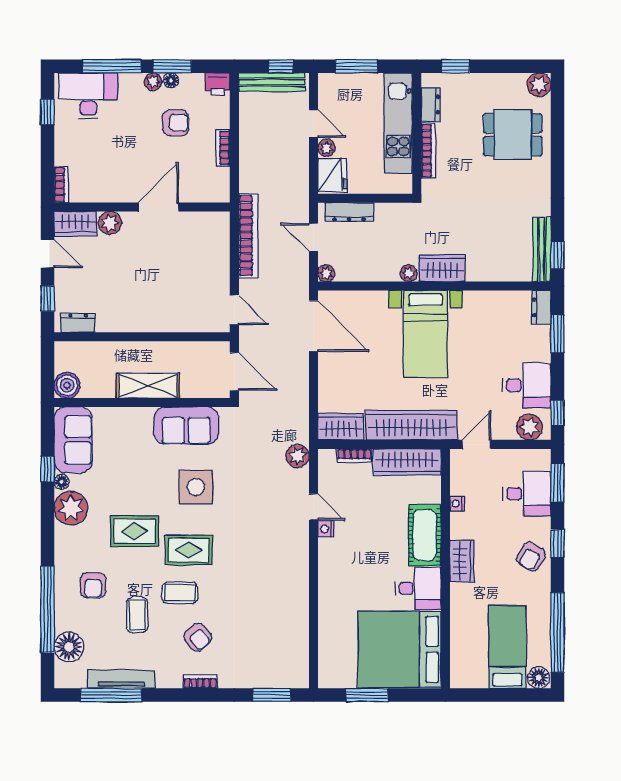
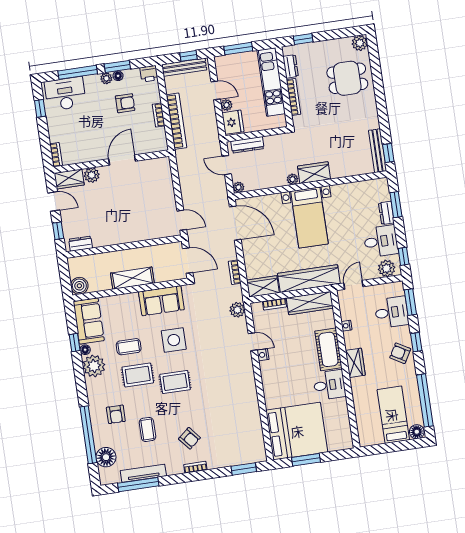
bookcase: (248, 236) -> (176, 121), moved
dresser: (541, 307) -> (386, 213), moved
bookcase: (302, 399) -> (235, 272), added
armchair: (531, 557) -> (400, 353), turned 90
coffee table: (180, 593) -> (129, 347), moved
bed: (399, 649) -> (297, 431), moved, turned 180

